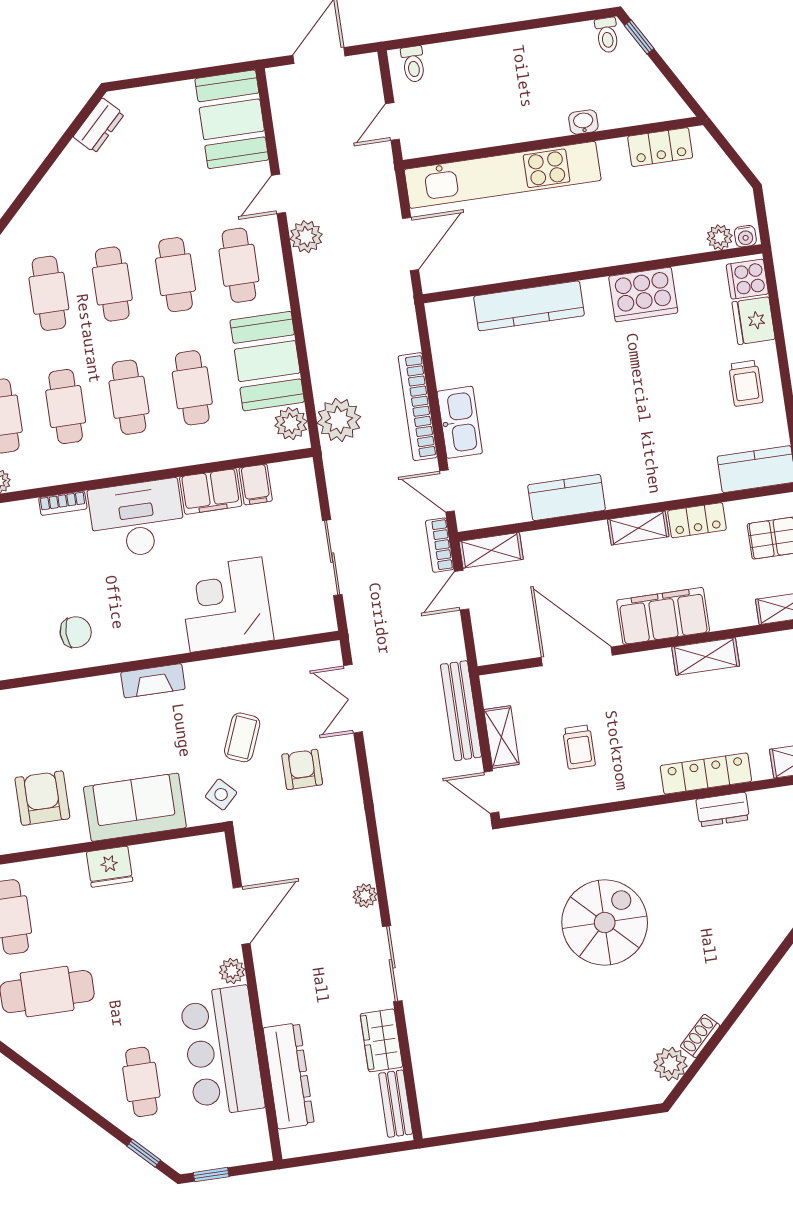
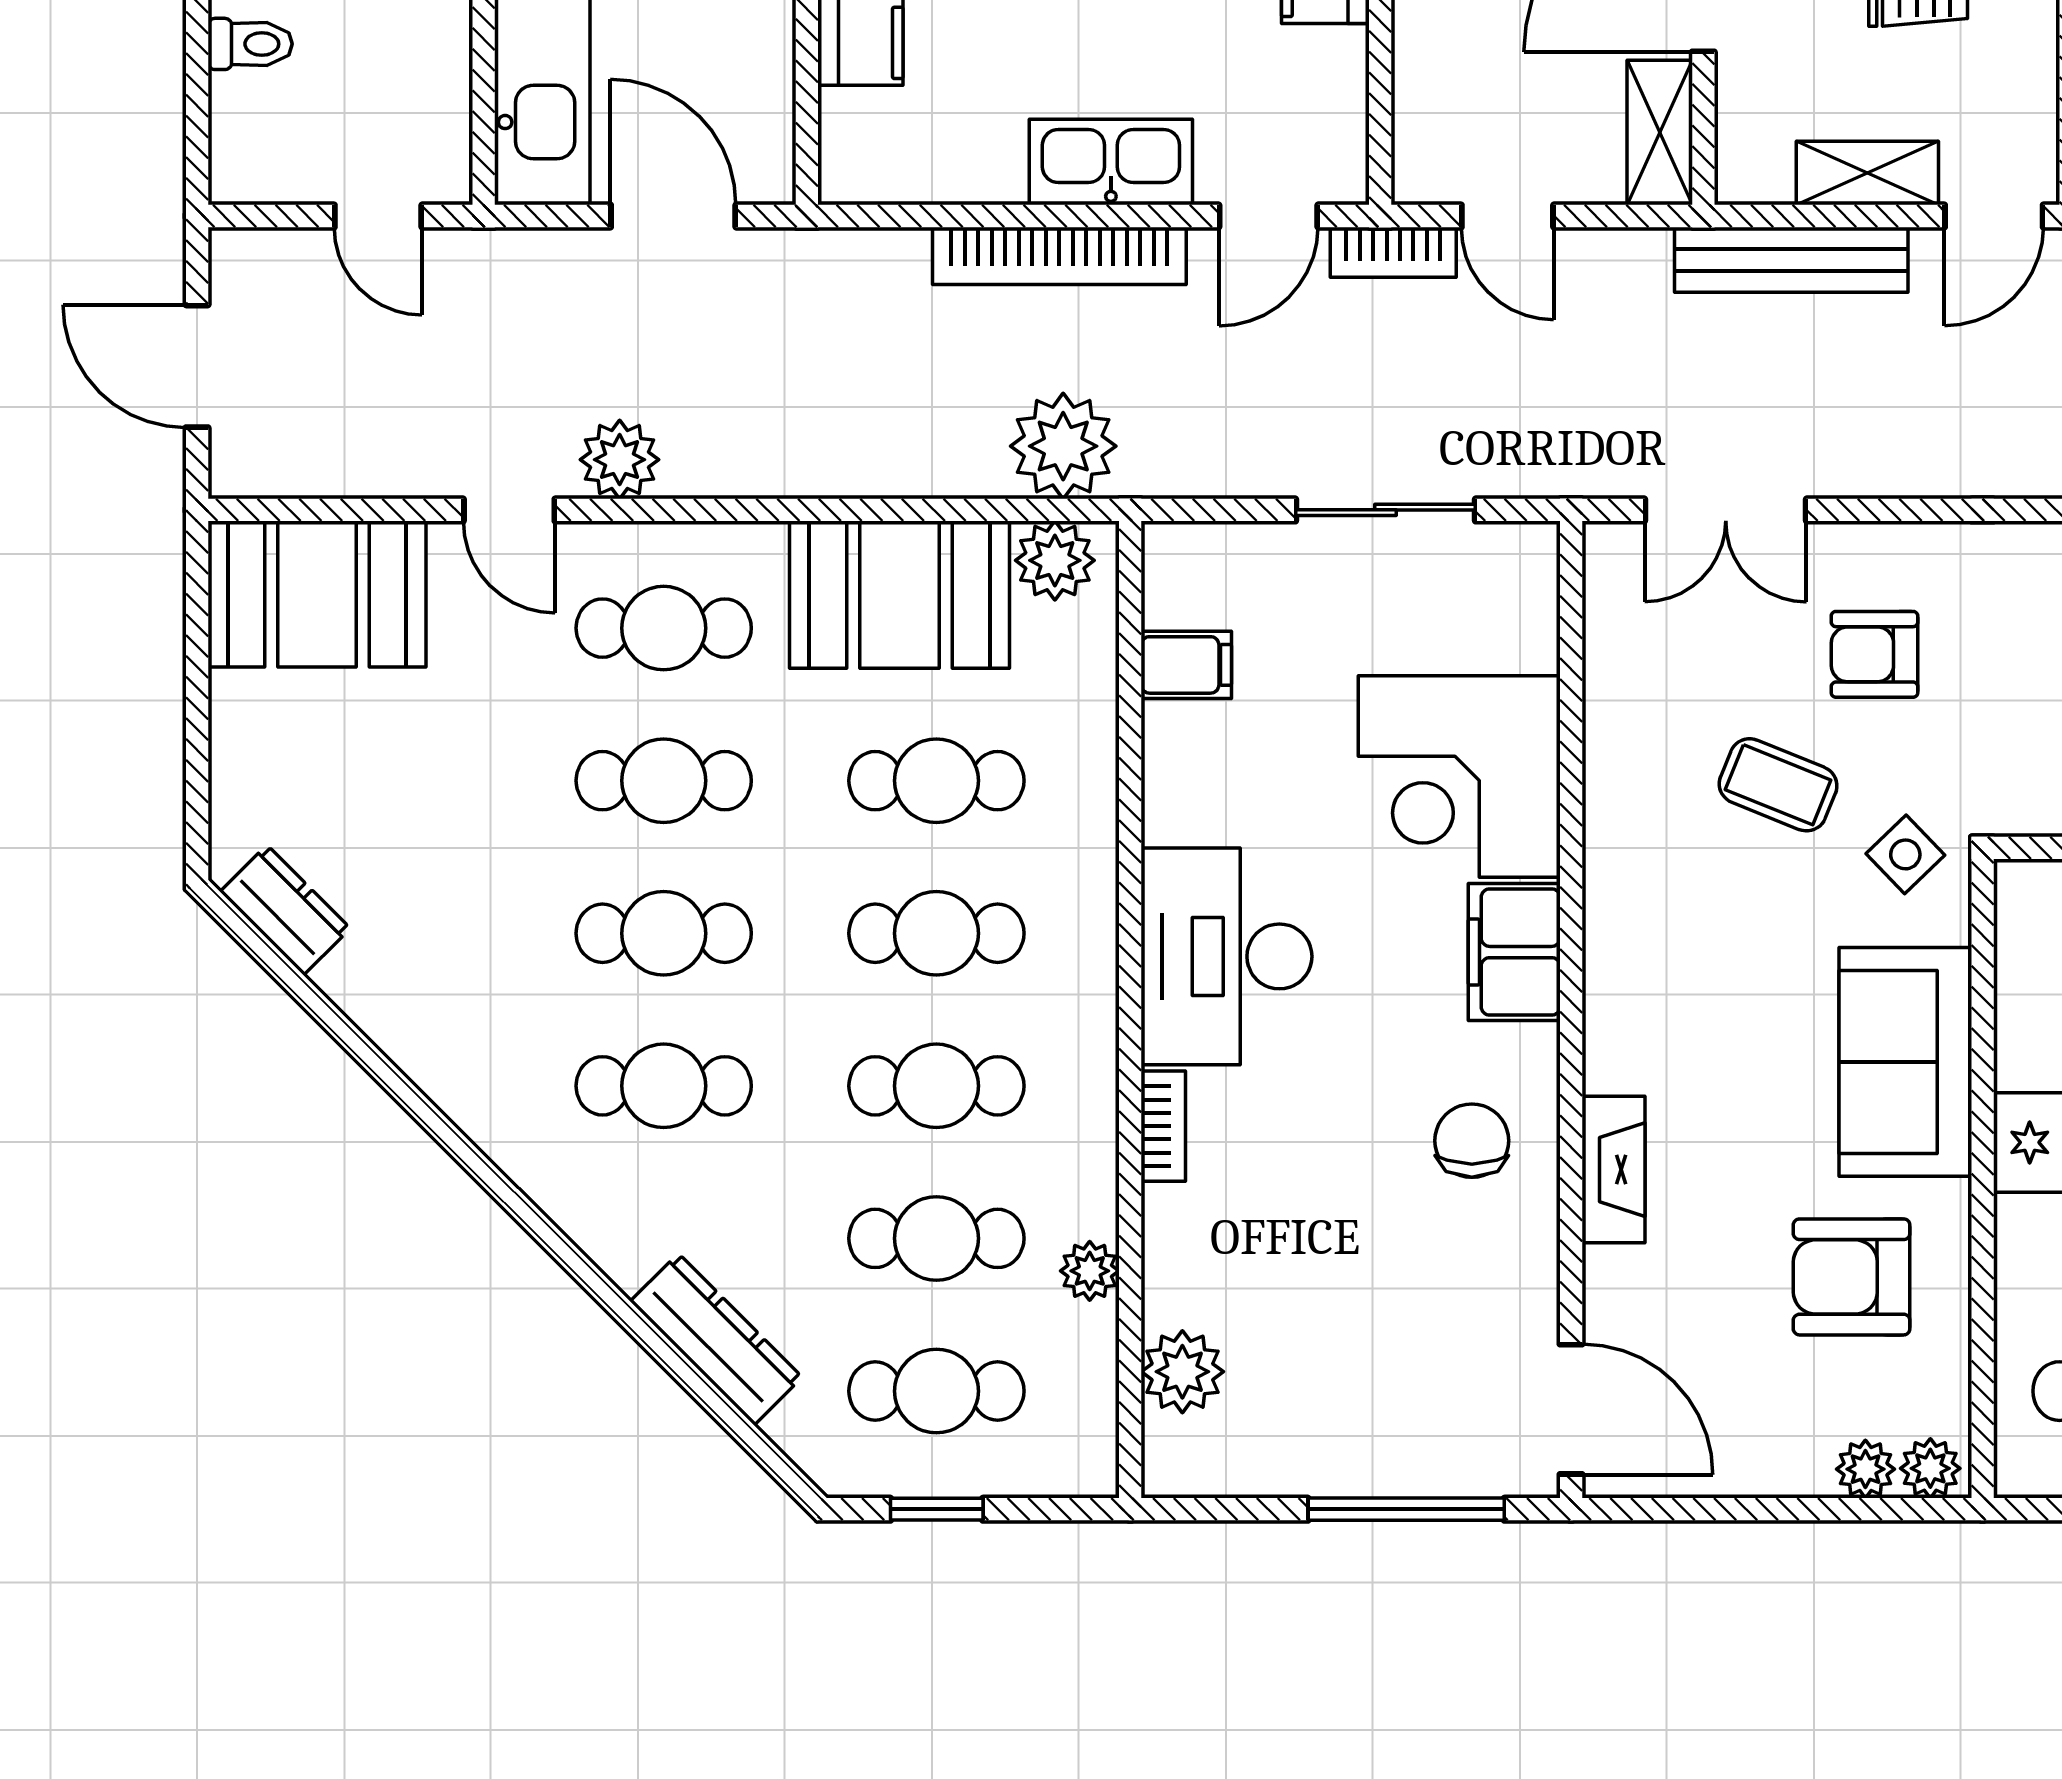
toilet: (413, 64) -> (250, 44), moved
filing cabinet: (211, 491) -> (1514, 952), moved, turned 180
shelving: (491, 550) -> (1660, 133), moved
fireplace: (153, 681) -> (1613, 1170), moved

